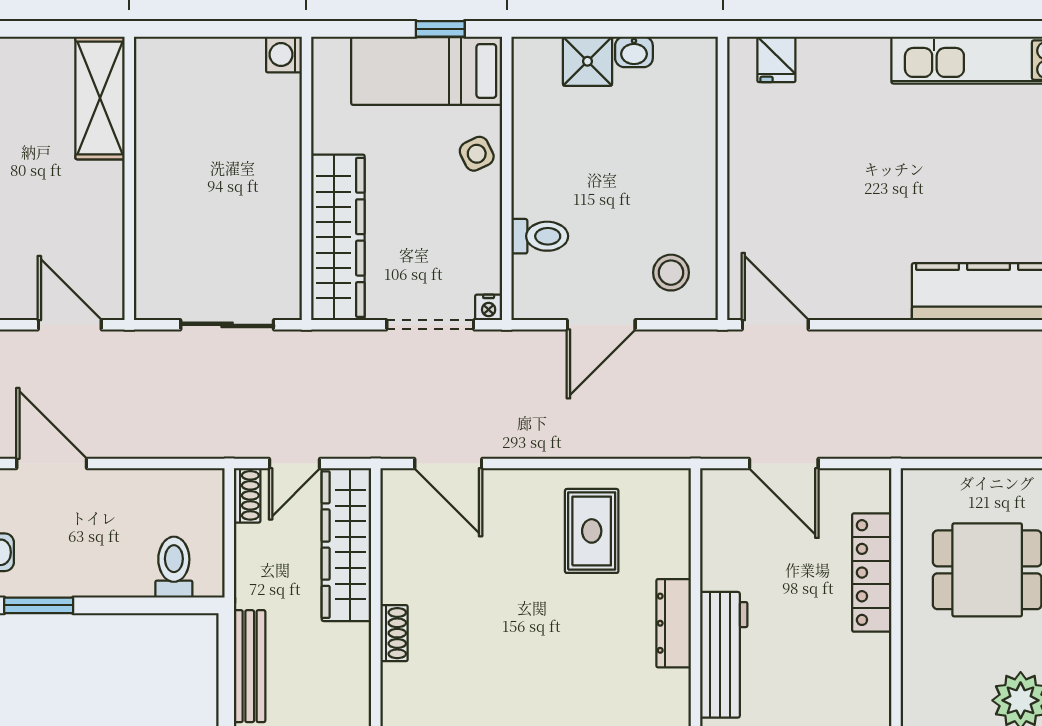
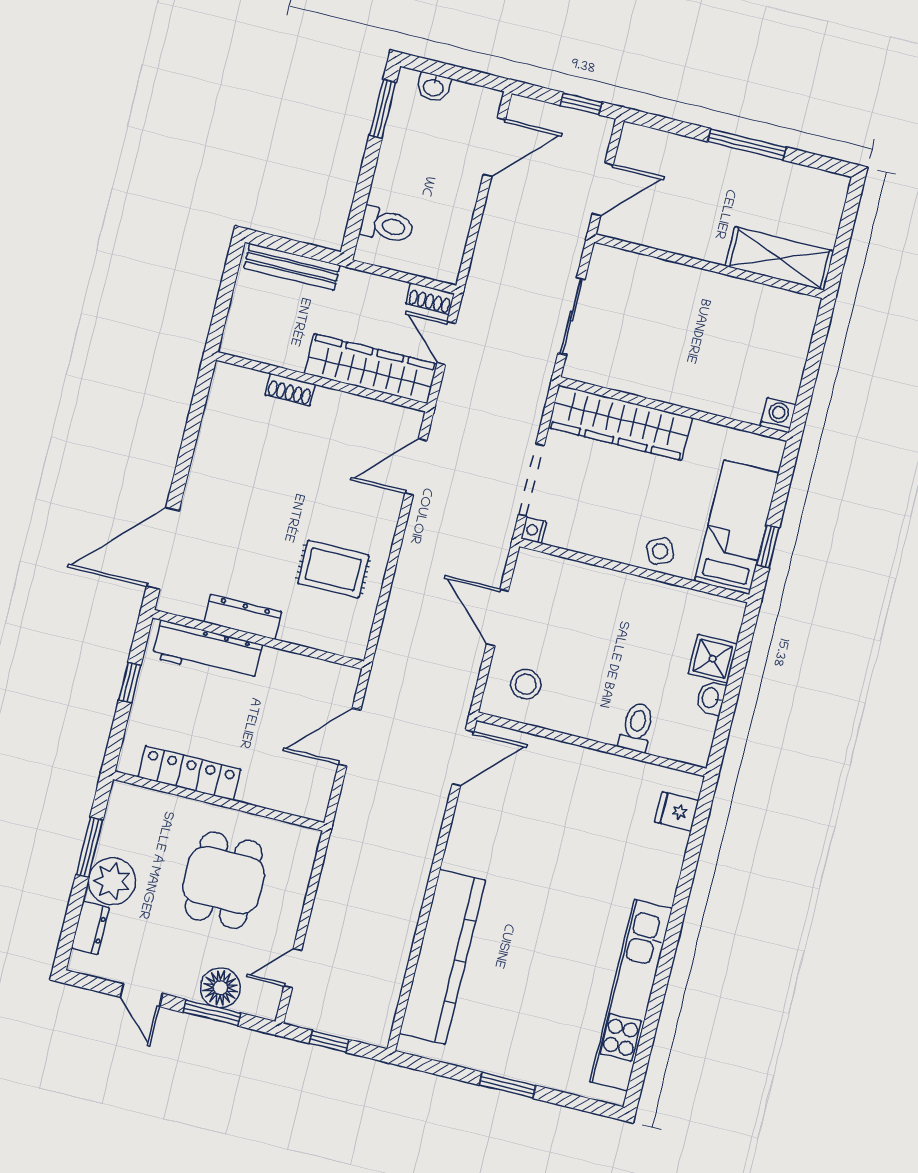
toilet: (540, 236) -> (637, 727), moved, turned 180
locker: (872, 573) -> (189, 773), moved

